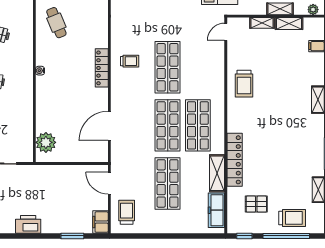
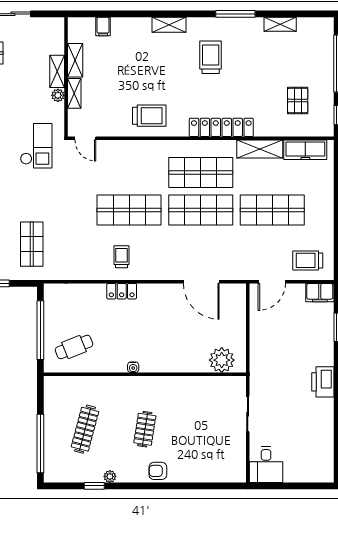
plant: (313, 10) -> (58, 95), moved
locker: (102, 68) -> (122, 291), width x0.66
locker: (235, 160) -> (221, 127), moved
trolley: (292, 218) -> (211, 57), moved

